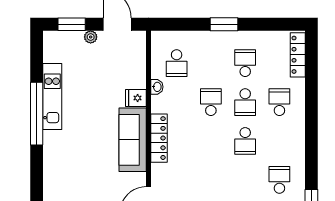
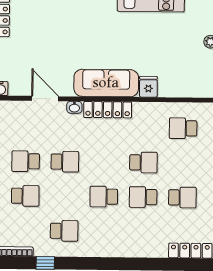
washbasin: (157, 87) -> (74, 107), moved
school desk: (279, 102) -> (65, 162), moved

